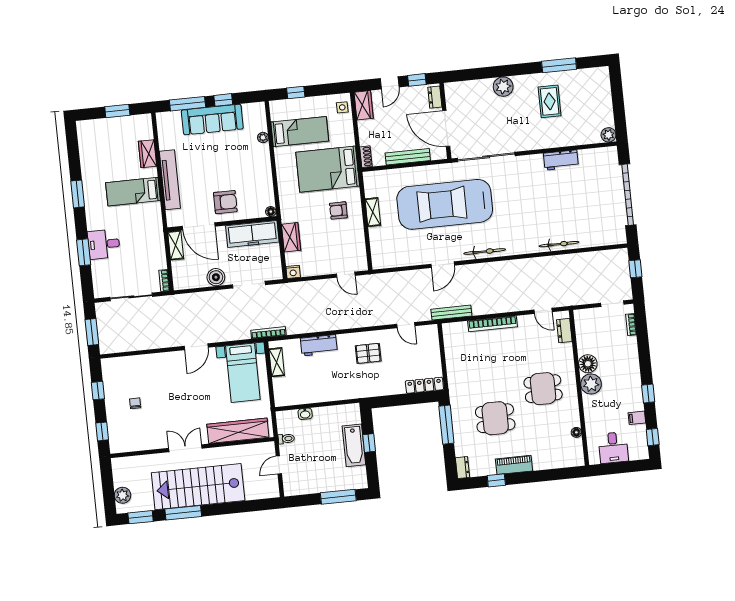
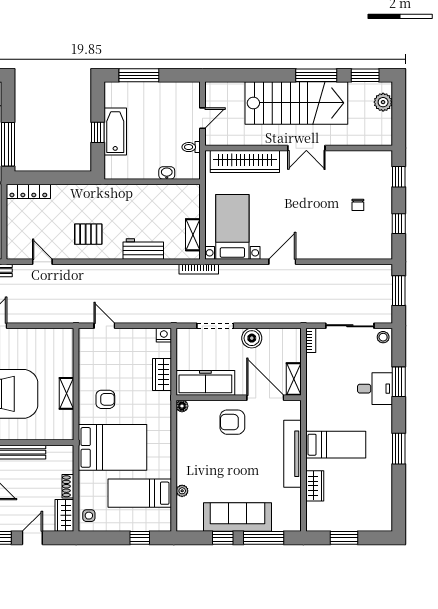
shoe rack: (366, 157) -> (68, 486), moved
stool: (101, 290) -> (383, 337), added

